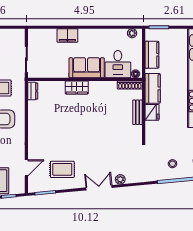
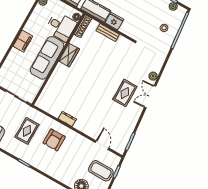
filing cabinet: (67, 35) -> (23, 41), moved
sofa: (87, 68) -> (47, 58), width x1.36
wardrobe: (77, 87) -> (69, 55), moved
dresser: (33, 91) -> (67, 119), moved
rug: (62, 169) -> (125, 93), moved

